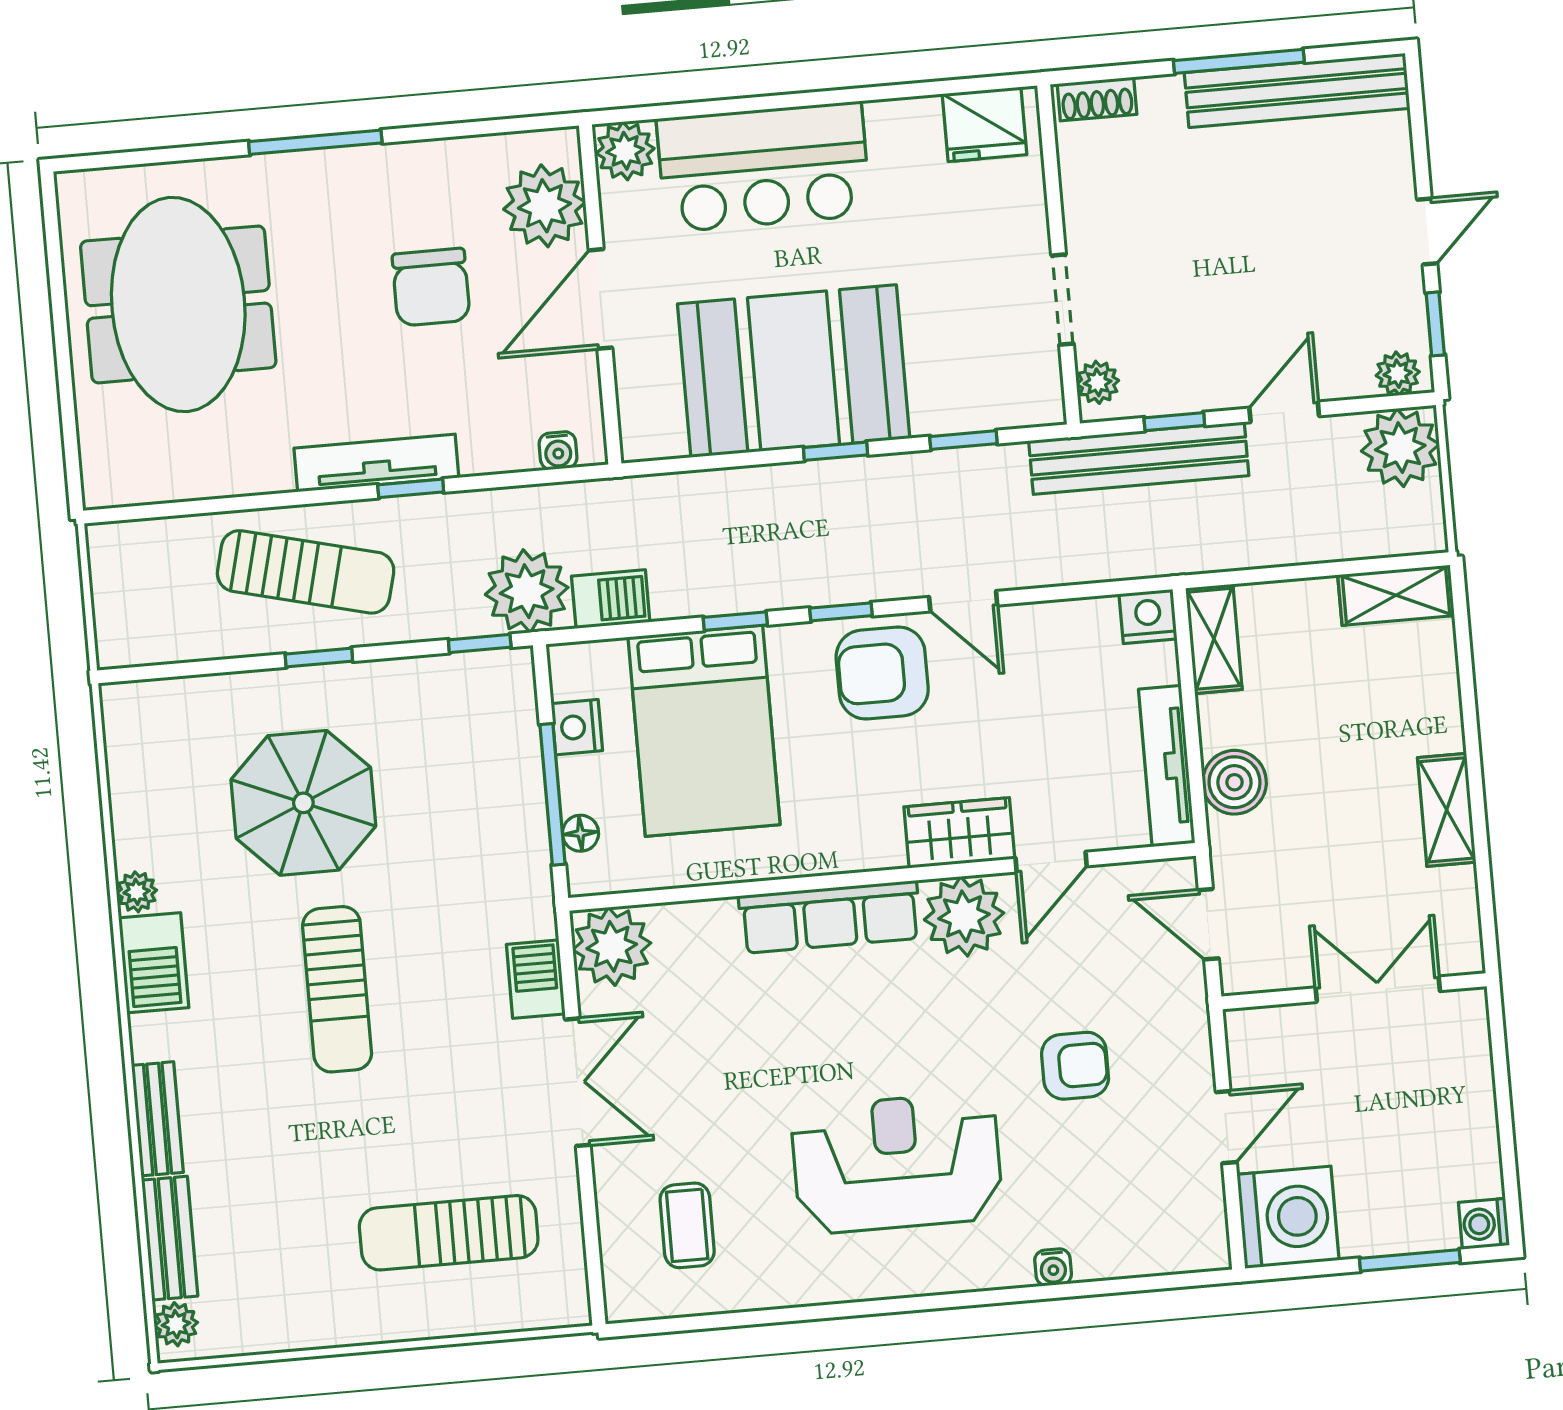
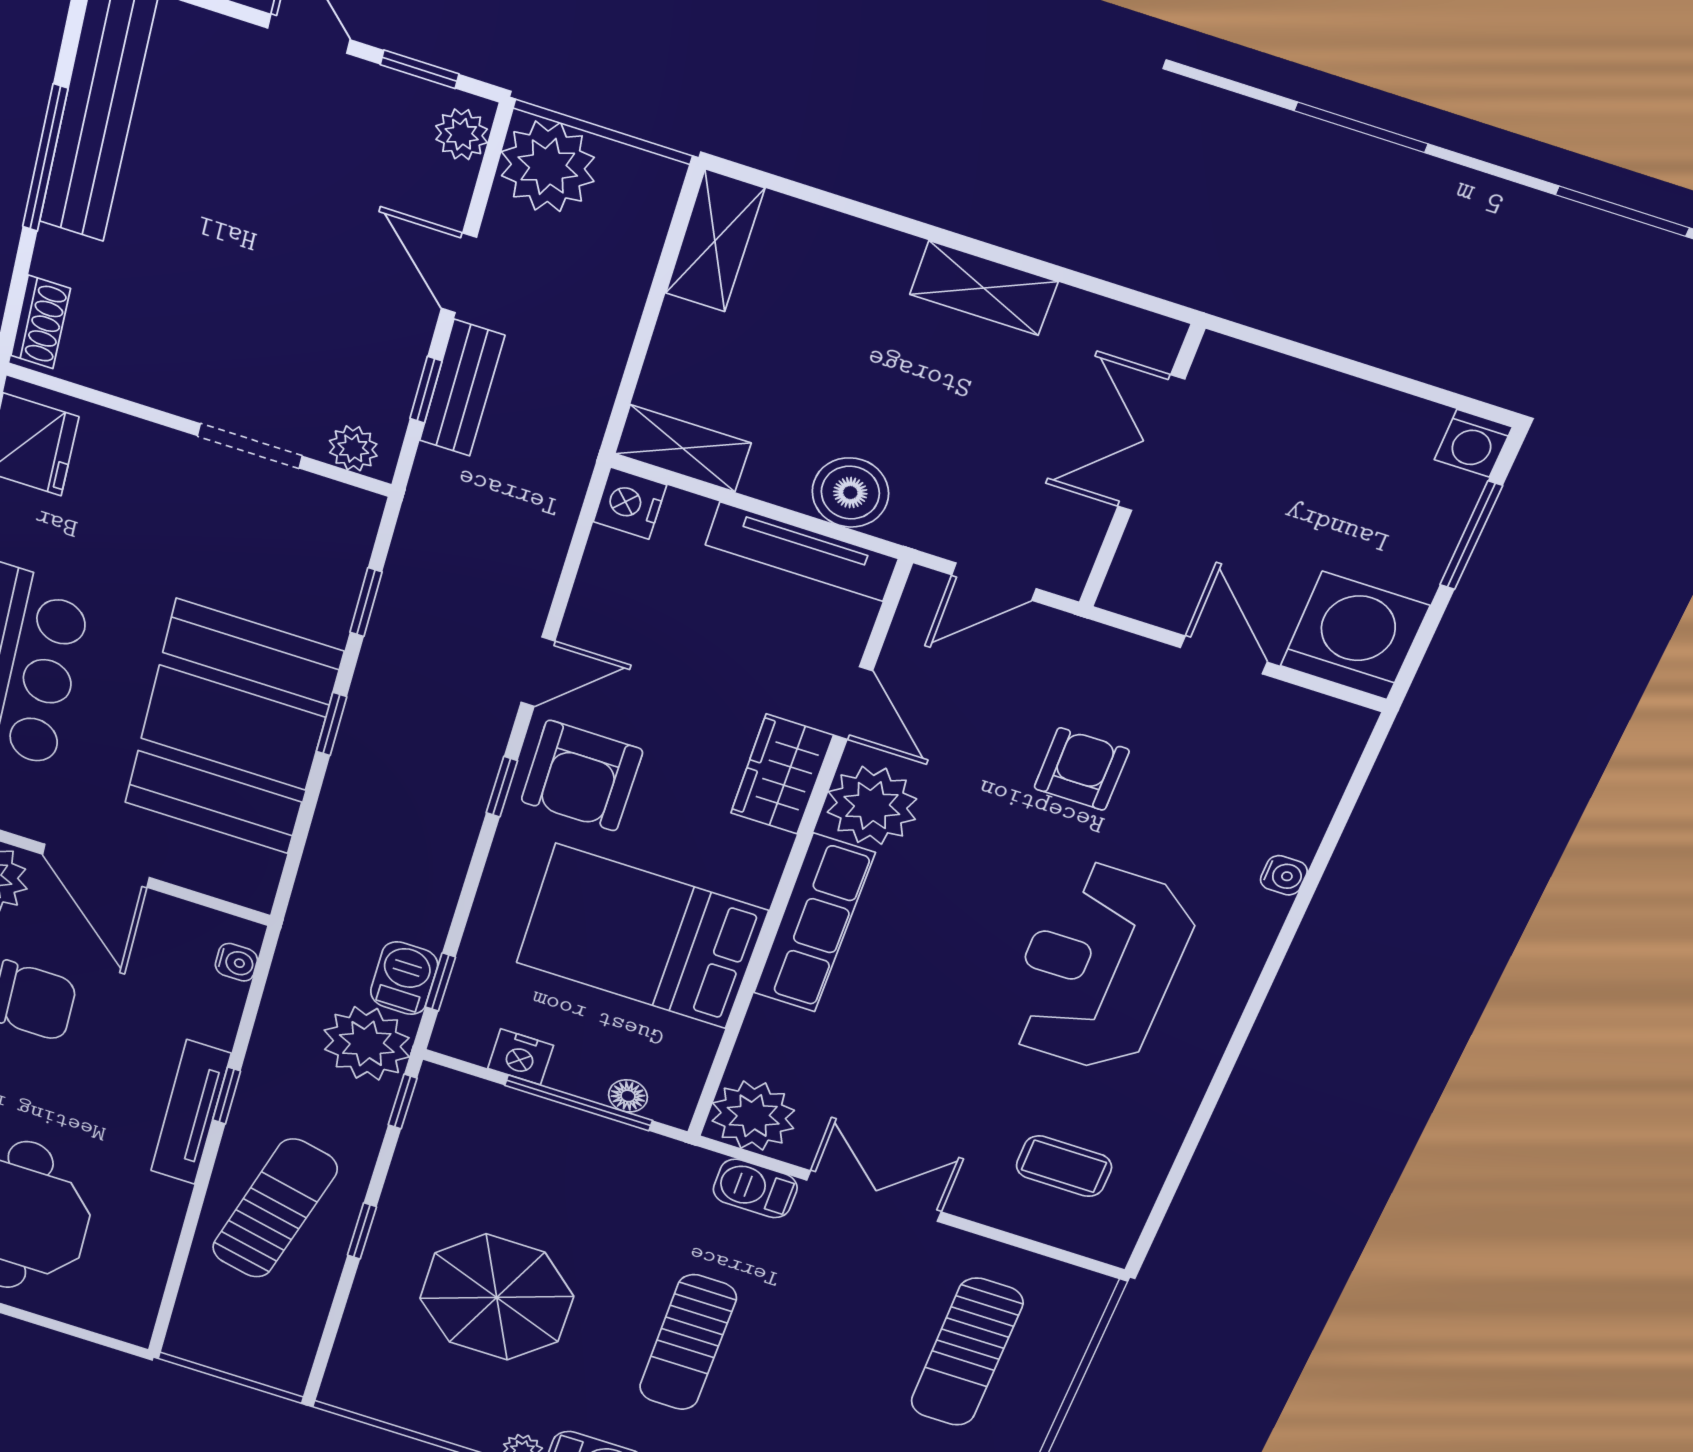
bench: (1139, 458) -> (462, 388), width x0.54, depth x0.82
window: (735, 621) -> (440, 982), moved
bed: (704, 731) -> (641, 937), moved, turned 180
sun lounger: (337, 989) -> (688, 1343), turned 90

